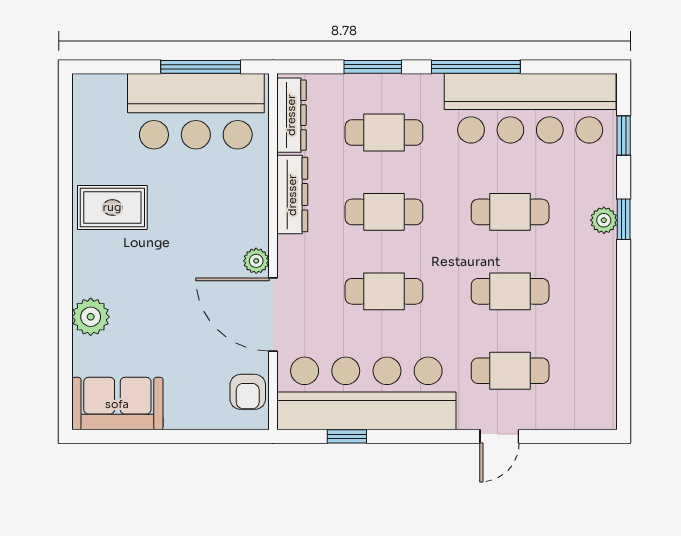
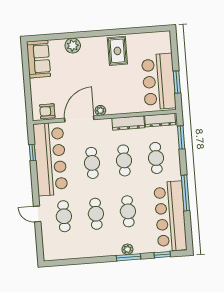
window: (201, 67) -> (177, 82), width x0.69
window: (373, 67) -> (181, 137), moved
window: (624, 219) -> (128, 257), width x1.50

